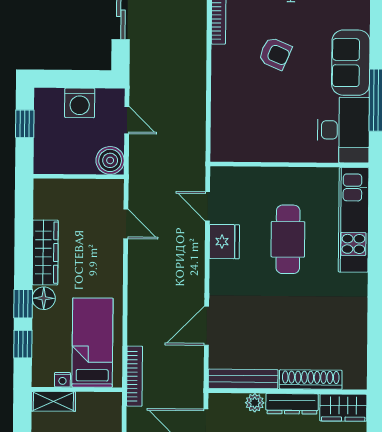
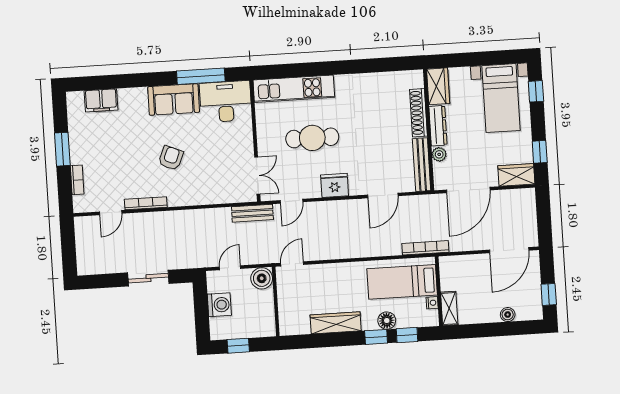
bench: (196, 154) -> (252, 213), added
double door: (244, 164) -> (257, 176), added
door: (126, 224) -> (292, 264), moved
fridge: (224, 242) -> (335, 185), moved
floor lamp: (44, 298) -> (387, 321), moved
door: (207, 326) -> (383, 195), hinge flipped

